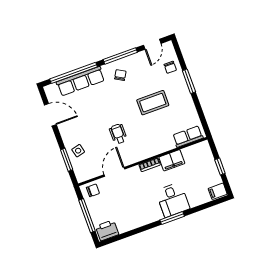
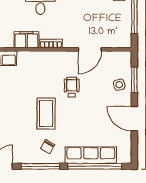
coffee table: (153, 103) -> (46, 114), moved, turned 90
door: (50, 115) -> (134, 119), moved
wheelchair: (118, 134) -> (72, 87), turned 180
chair: (93, 190) -> (119, 38), removed

